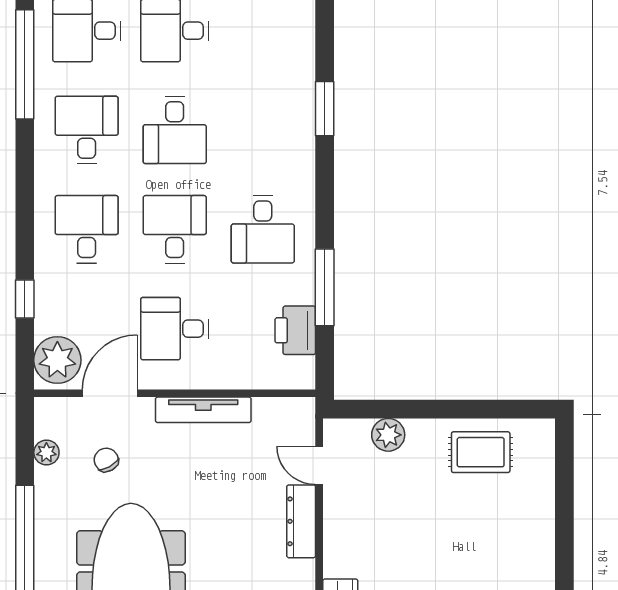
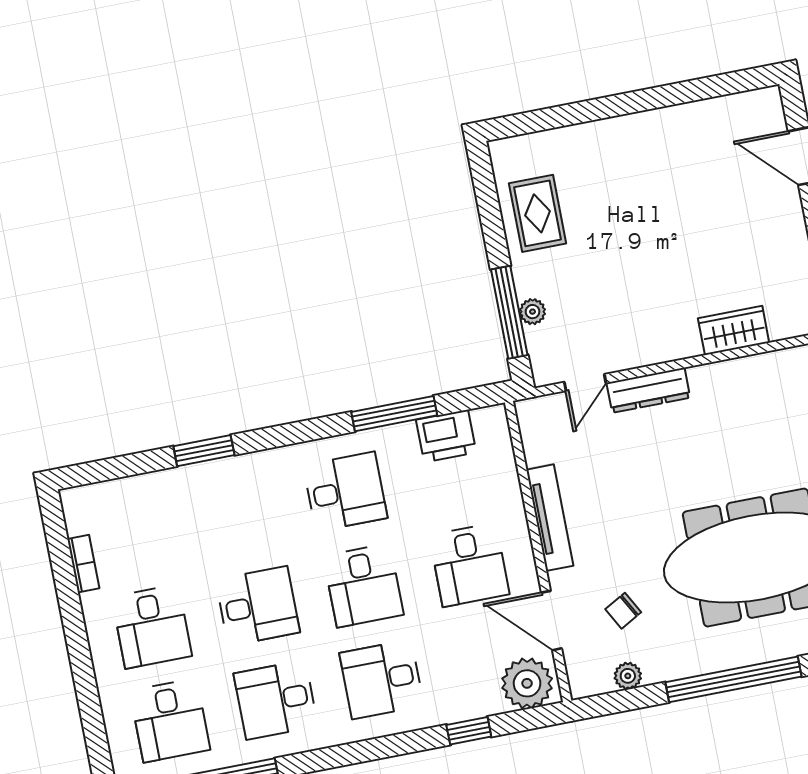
desk: (175, 229) -> (363, 585), turned -90
window: (396, 409) -> (509, 312), added
plant: (388, 435) -> (533, 312), width x0.73, depth x0.73

